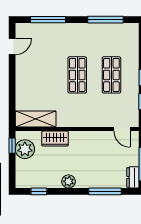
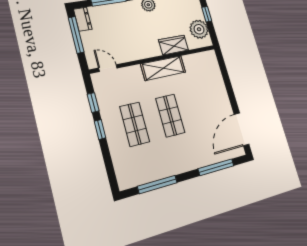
door: (12, 46) -> (241, 129), width x1.87
shelving: (36, 119) -> (163, 68), moved
window: (12, 146) -> (207, 14), moved

